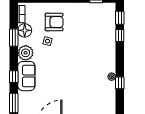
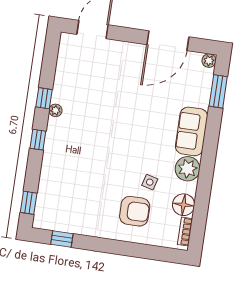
armchair: (54, 22) -> (135, 211), turned 180
window: (120, 36) -> (38, 140), moved
window: (14, 38) -> (203, 196), removed
window: (14, 77) -> (212, 133), removed

